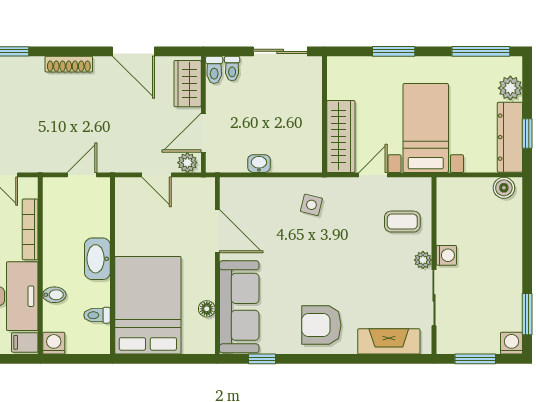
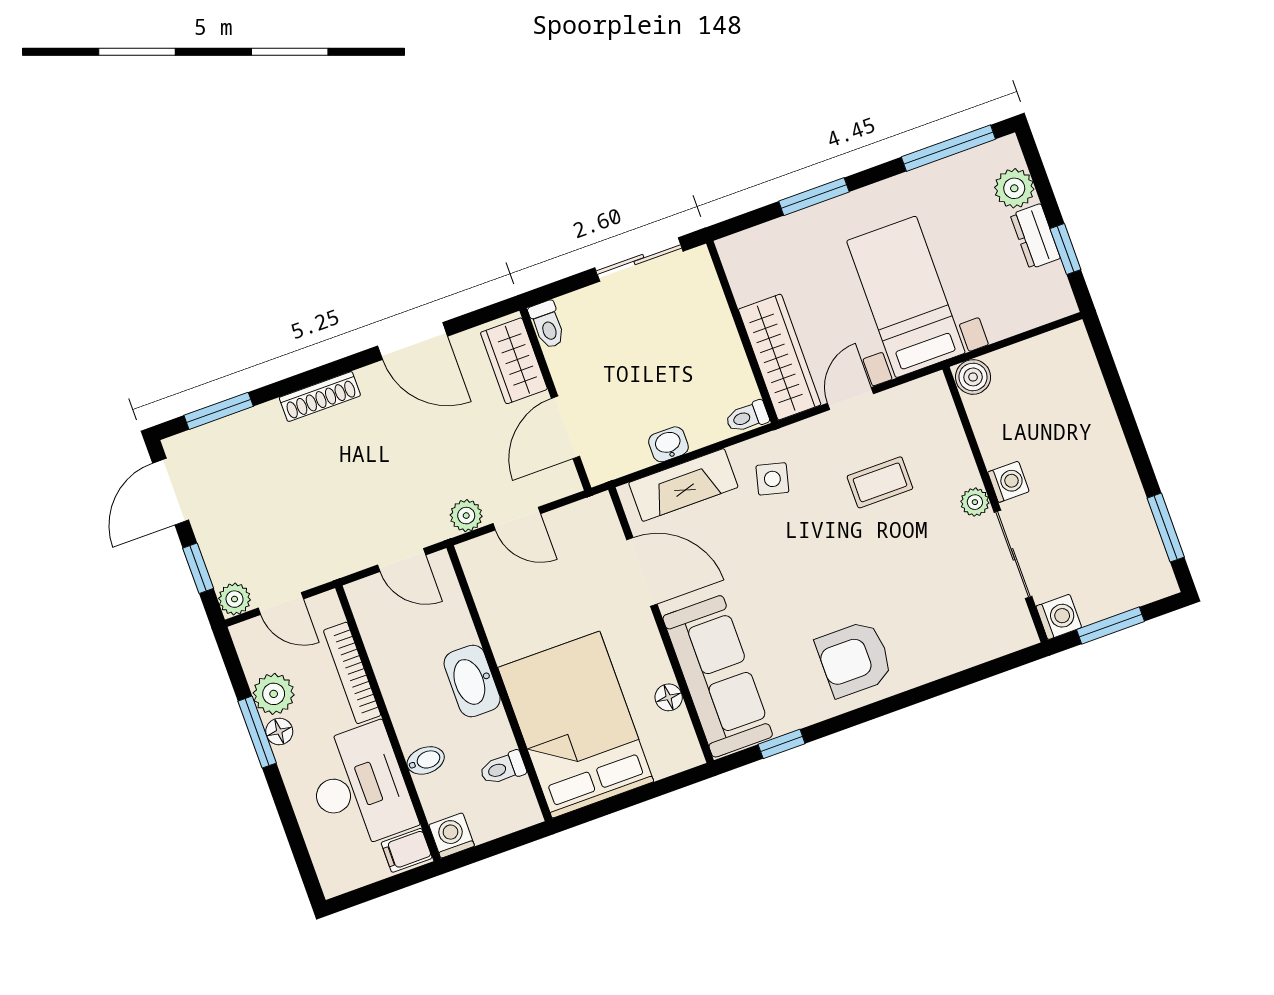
toilet: (232, 68) -> (747, 417), moved, turned 90
dresser: (510, 137) -> (1035, 236), width x0.51, depth x0.80
plant: (187, 163) -> (466, 516), moved
door: (82, 175) -> (402, 560), swing flipped
boiler: (504, 188) -> (973, 377), moved
coffee table: (402, 222) -> (880, 482), moved
fireplace: (389, 341) -> (683, 485), moved, turned 180
washing machine: (511, 343) -> (1059, 617), moved, turned 90

